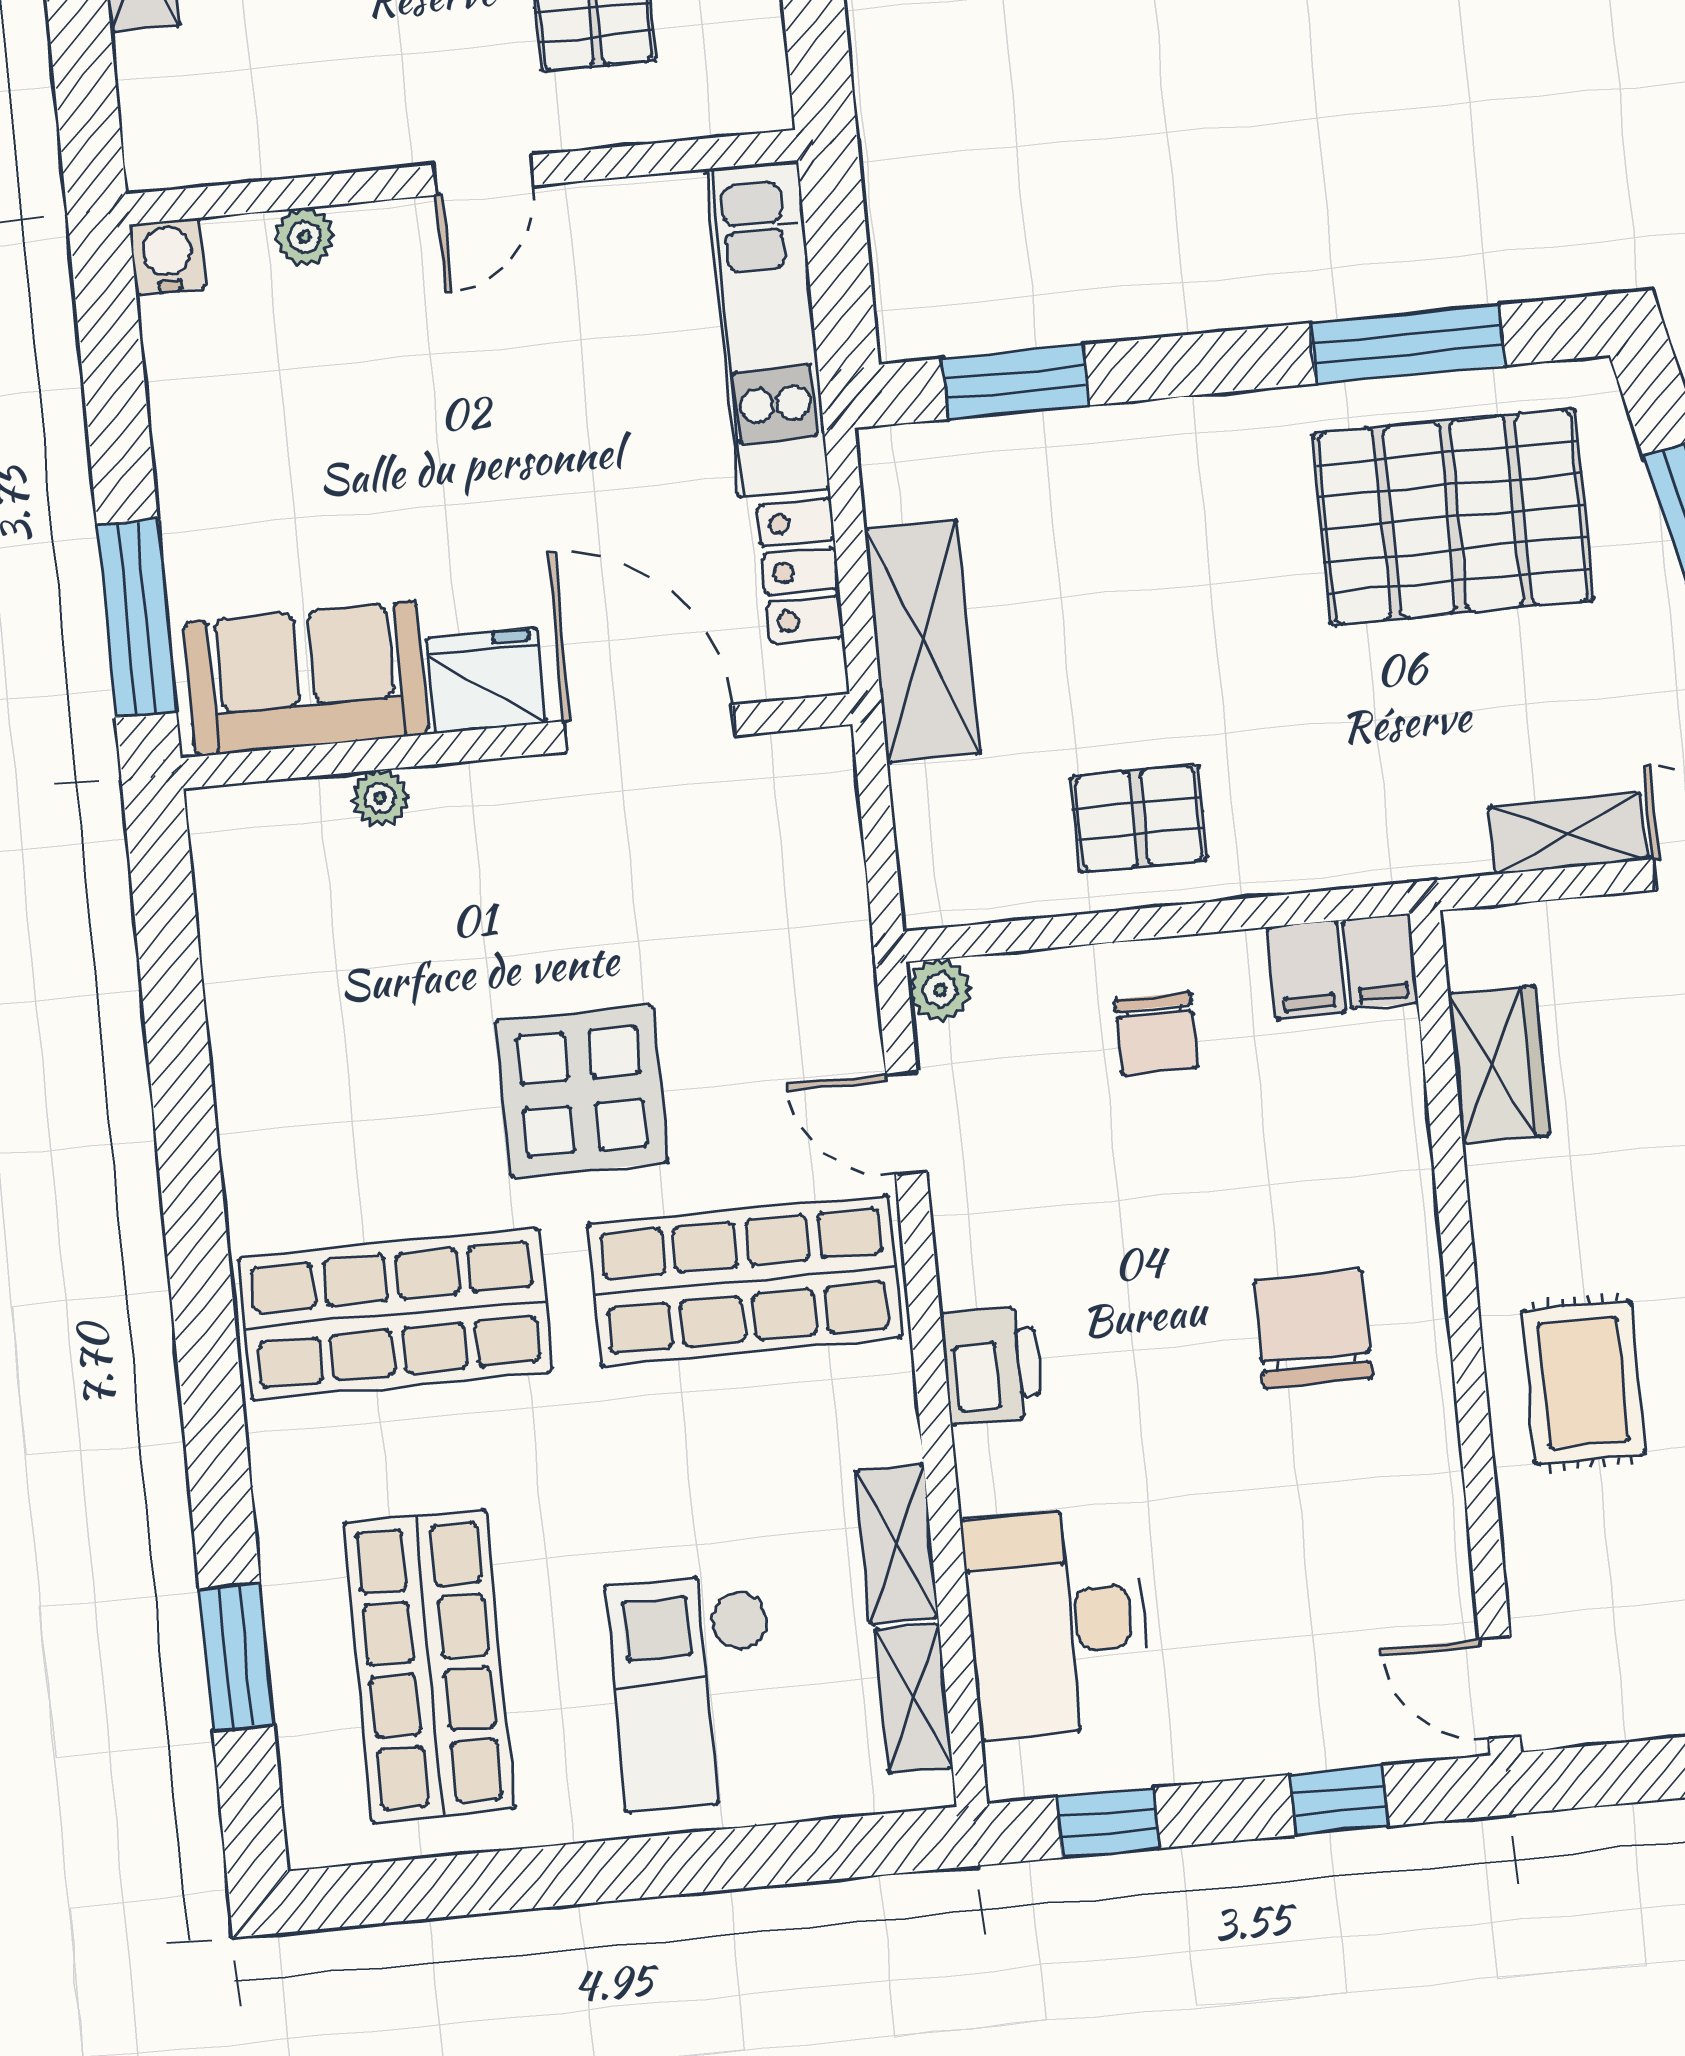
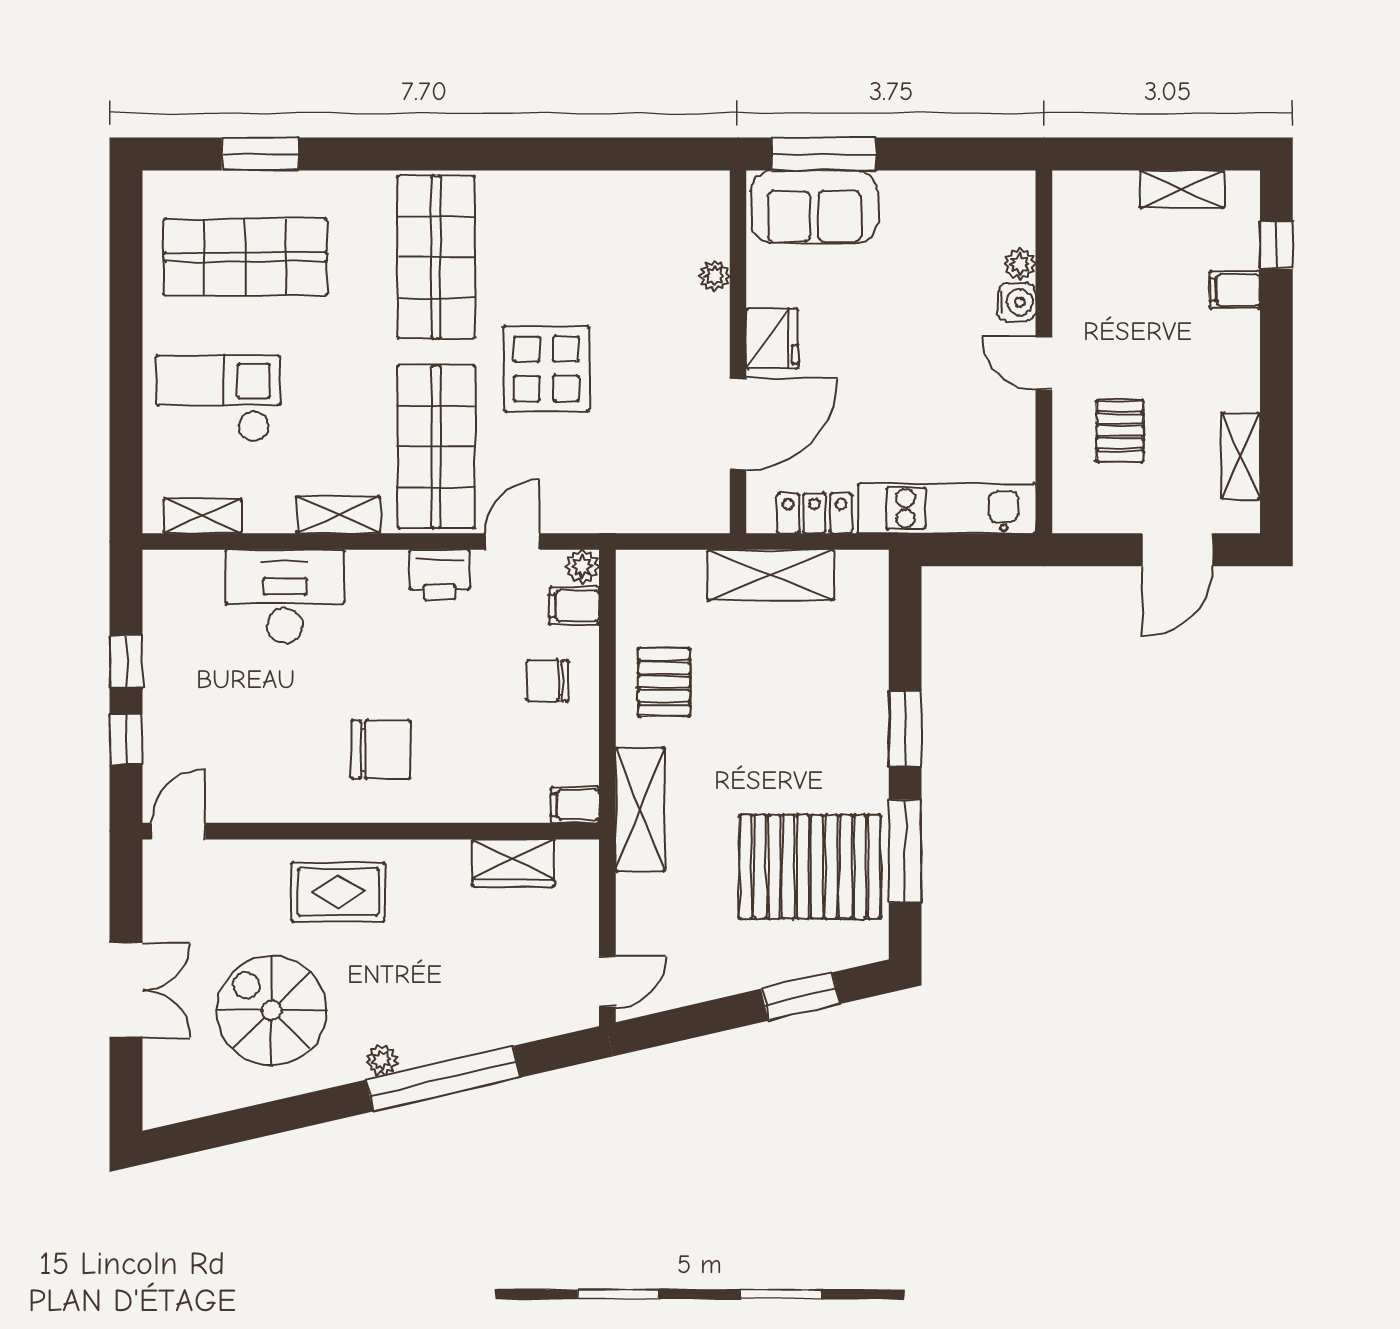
water cooler: (168, 256) -> (1017, 302), moved
window: (1015, 382) -> (905, 729), moved
pallet: (1453, 517) -> (810, 867), turned 90
sofa: (306, 678) -> (814, 207), moved, turned 90
shelving: (1568, 833) -> (640, 810), moved, width x1.50, depth x1.33
filing cabinet: (1306, 970) -> (574, 606), moved
printer: (991, 1365) -> (440, 575), moved
shelving: (897, 1544) -> (338, 515), moved
desk: (1057, 1622) -> (285, 597), moved
window: (1107, 1823) -> (126, 661), moved

